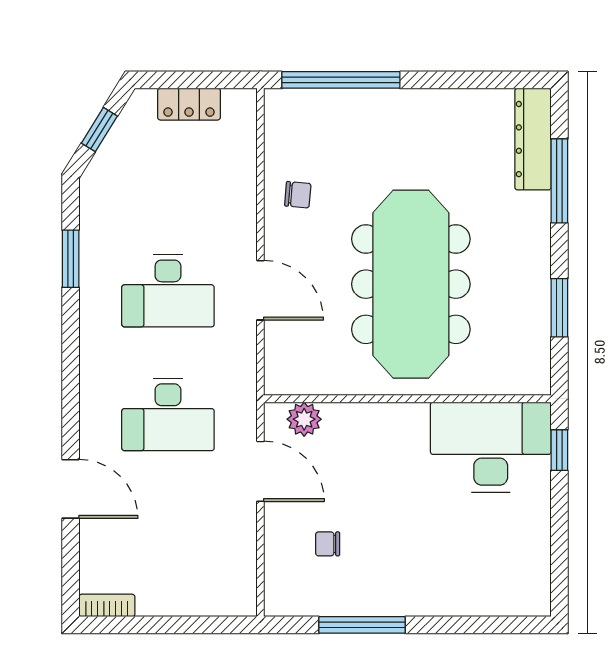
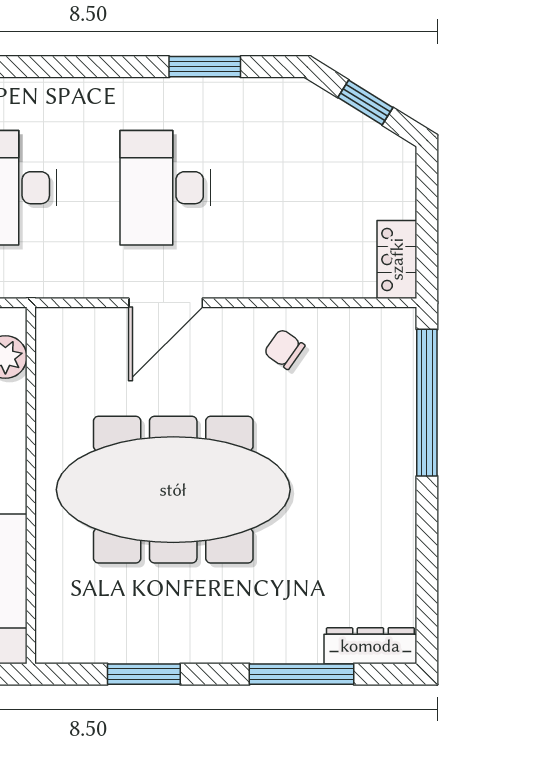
locker: (189, 104) -> (397, 259), moved
dresser: (533, 139) -> (370, 646), width x0.73, depth x0.80
chair: (298, 195) -> (284, 349), turned 120

